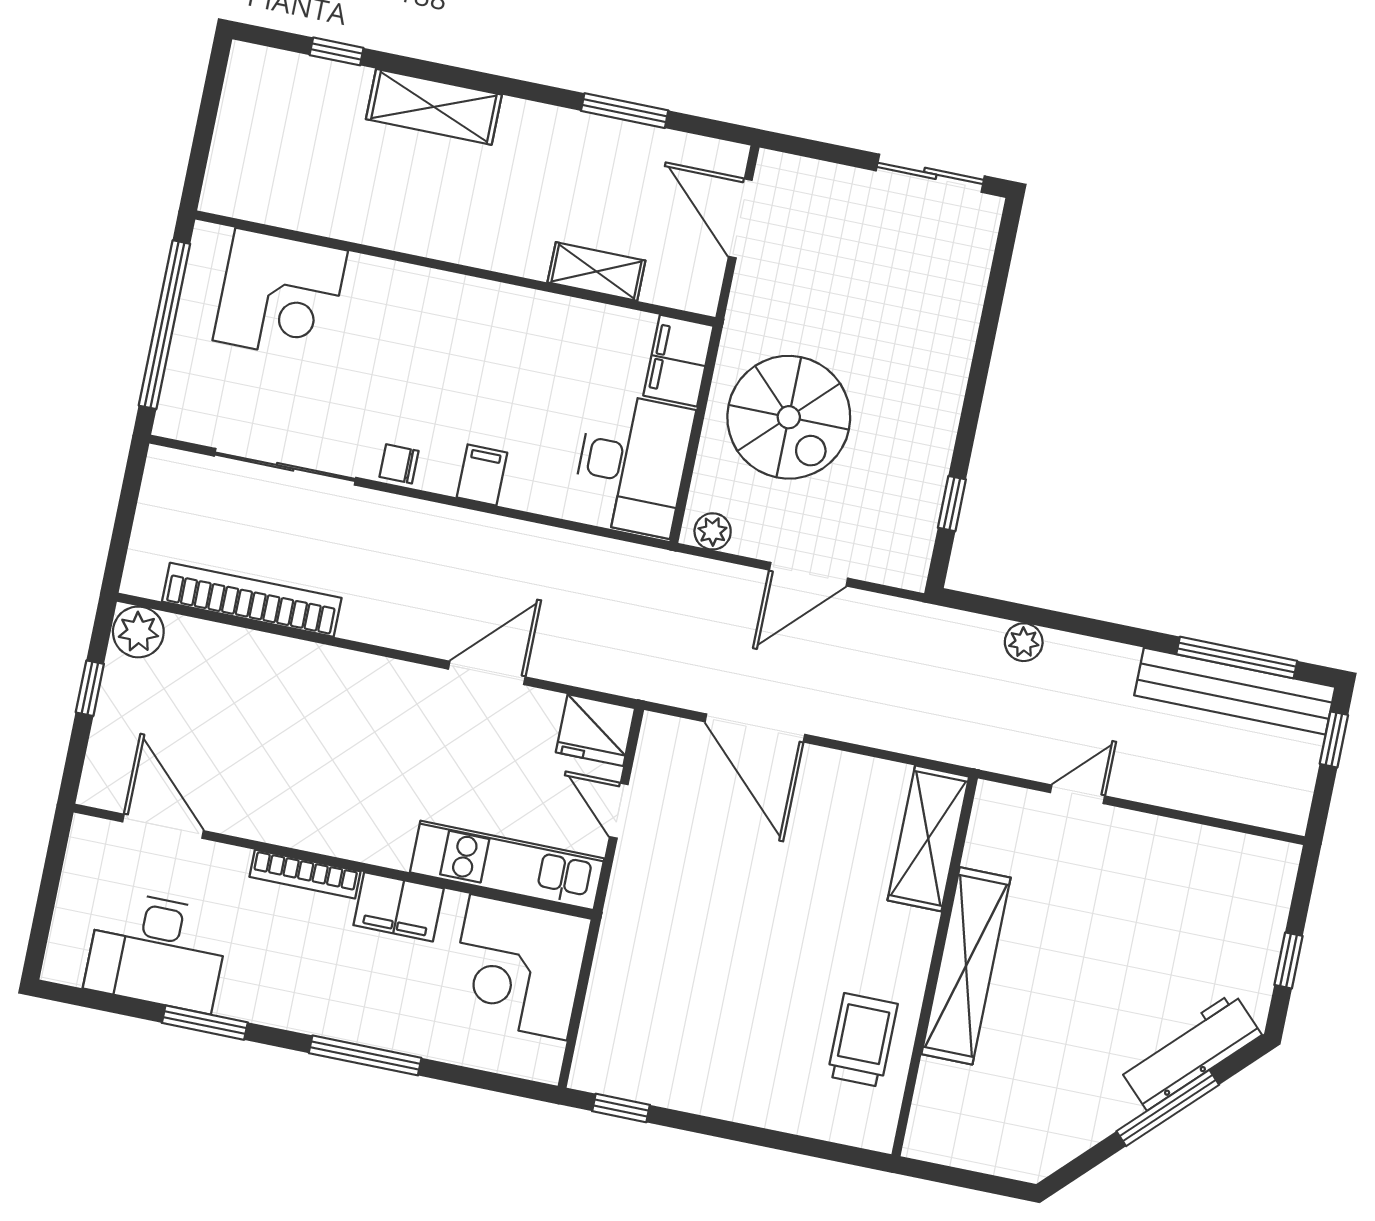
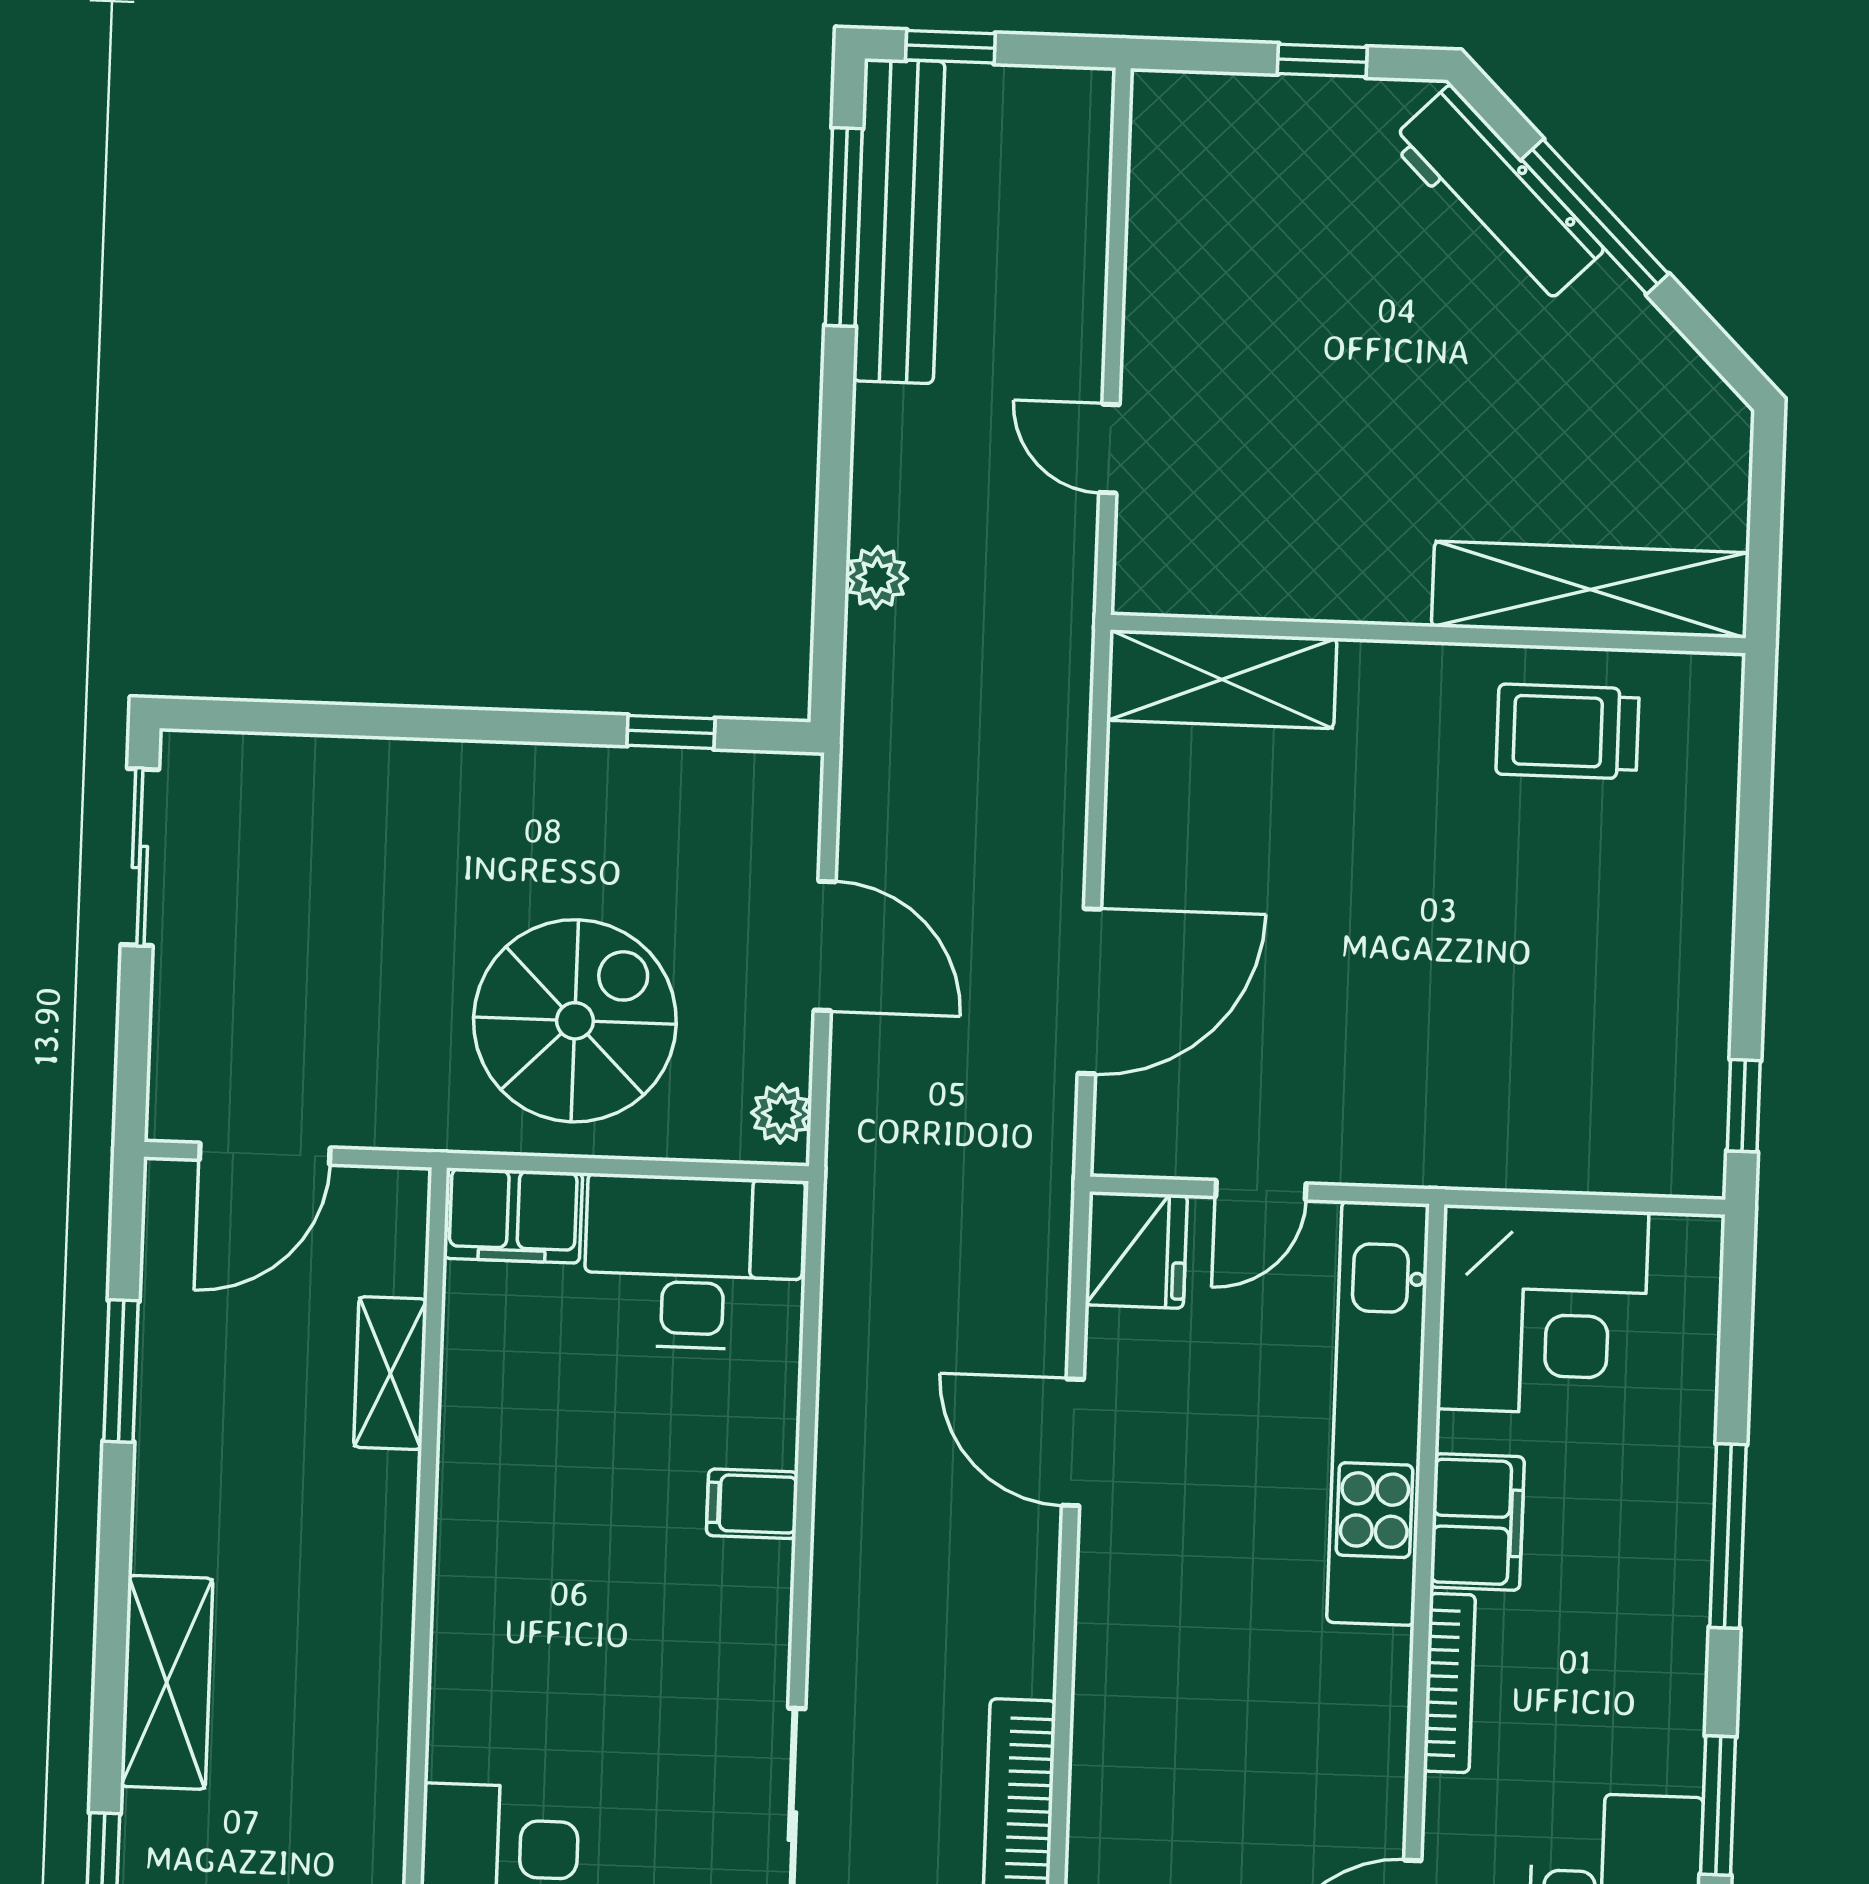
chair: (399, 464) -> (757, 1642), removed
kitchen unit: (507, 865) -> (1378, 1413), width x1.36
shelving: (966, 966) -> (1590, 590), moved

